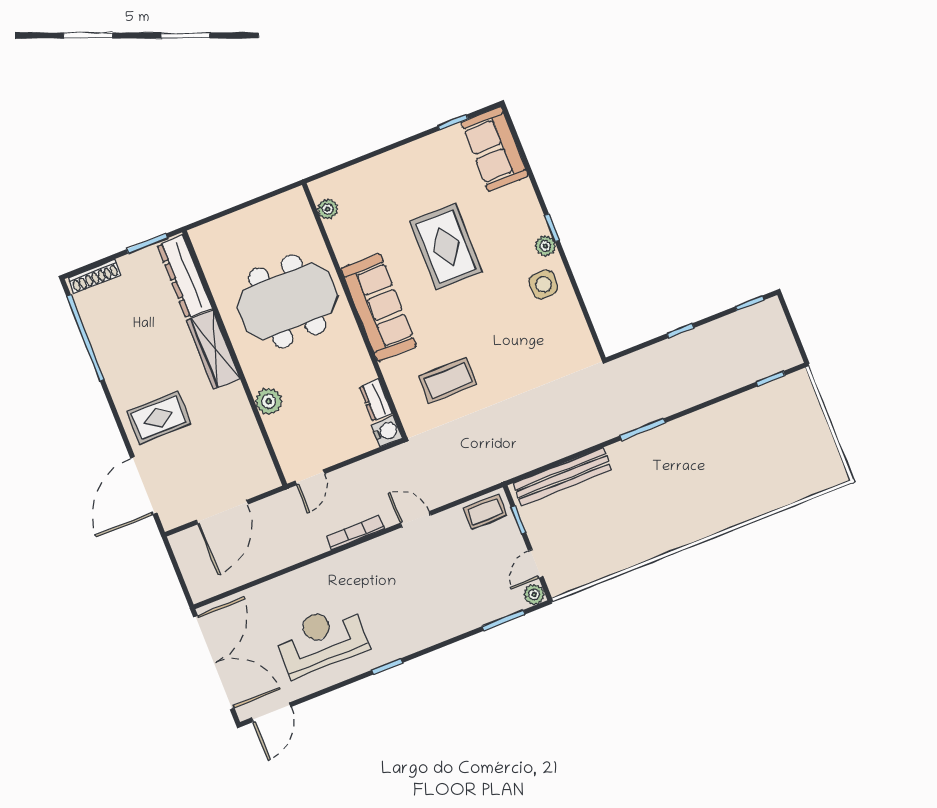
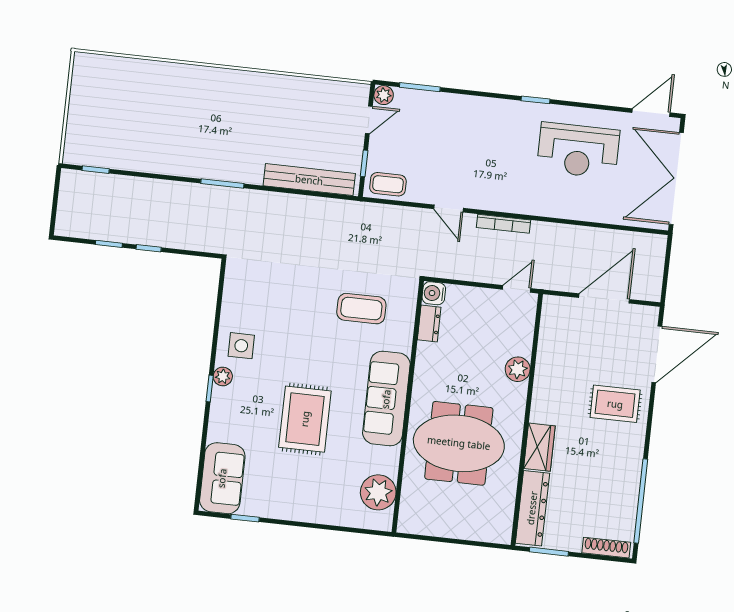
plant: (328, 209) -> (378, 492), width x1.88, depth x1.88
window: (750, 303) -> (109, 244), moved
wardrobe: (213, 350) -> (539, 447), width x0.67

